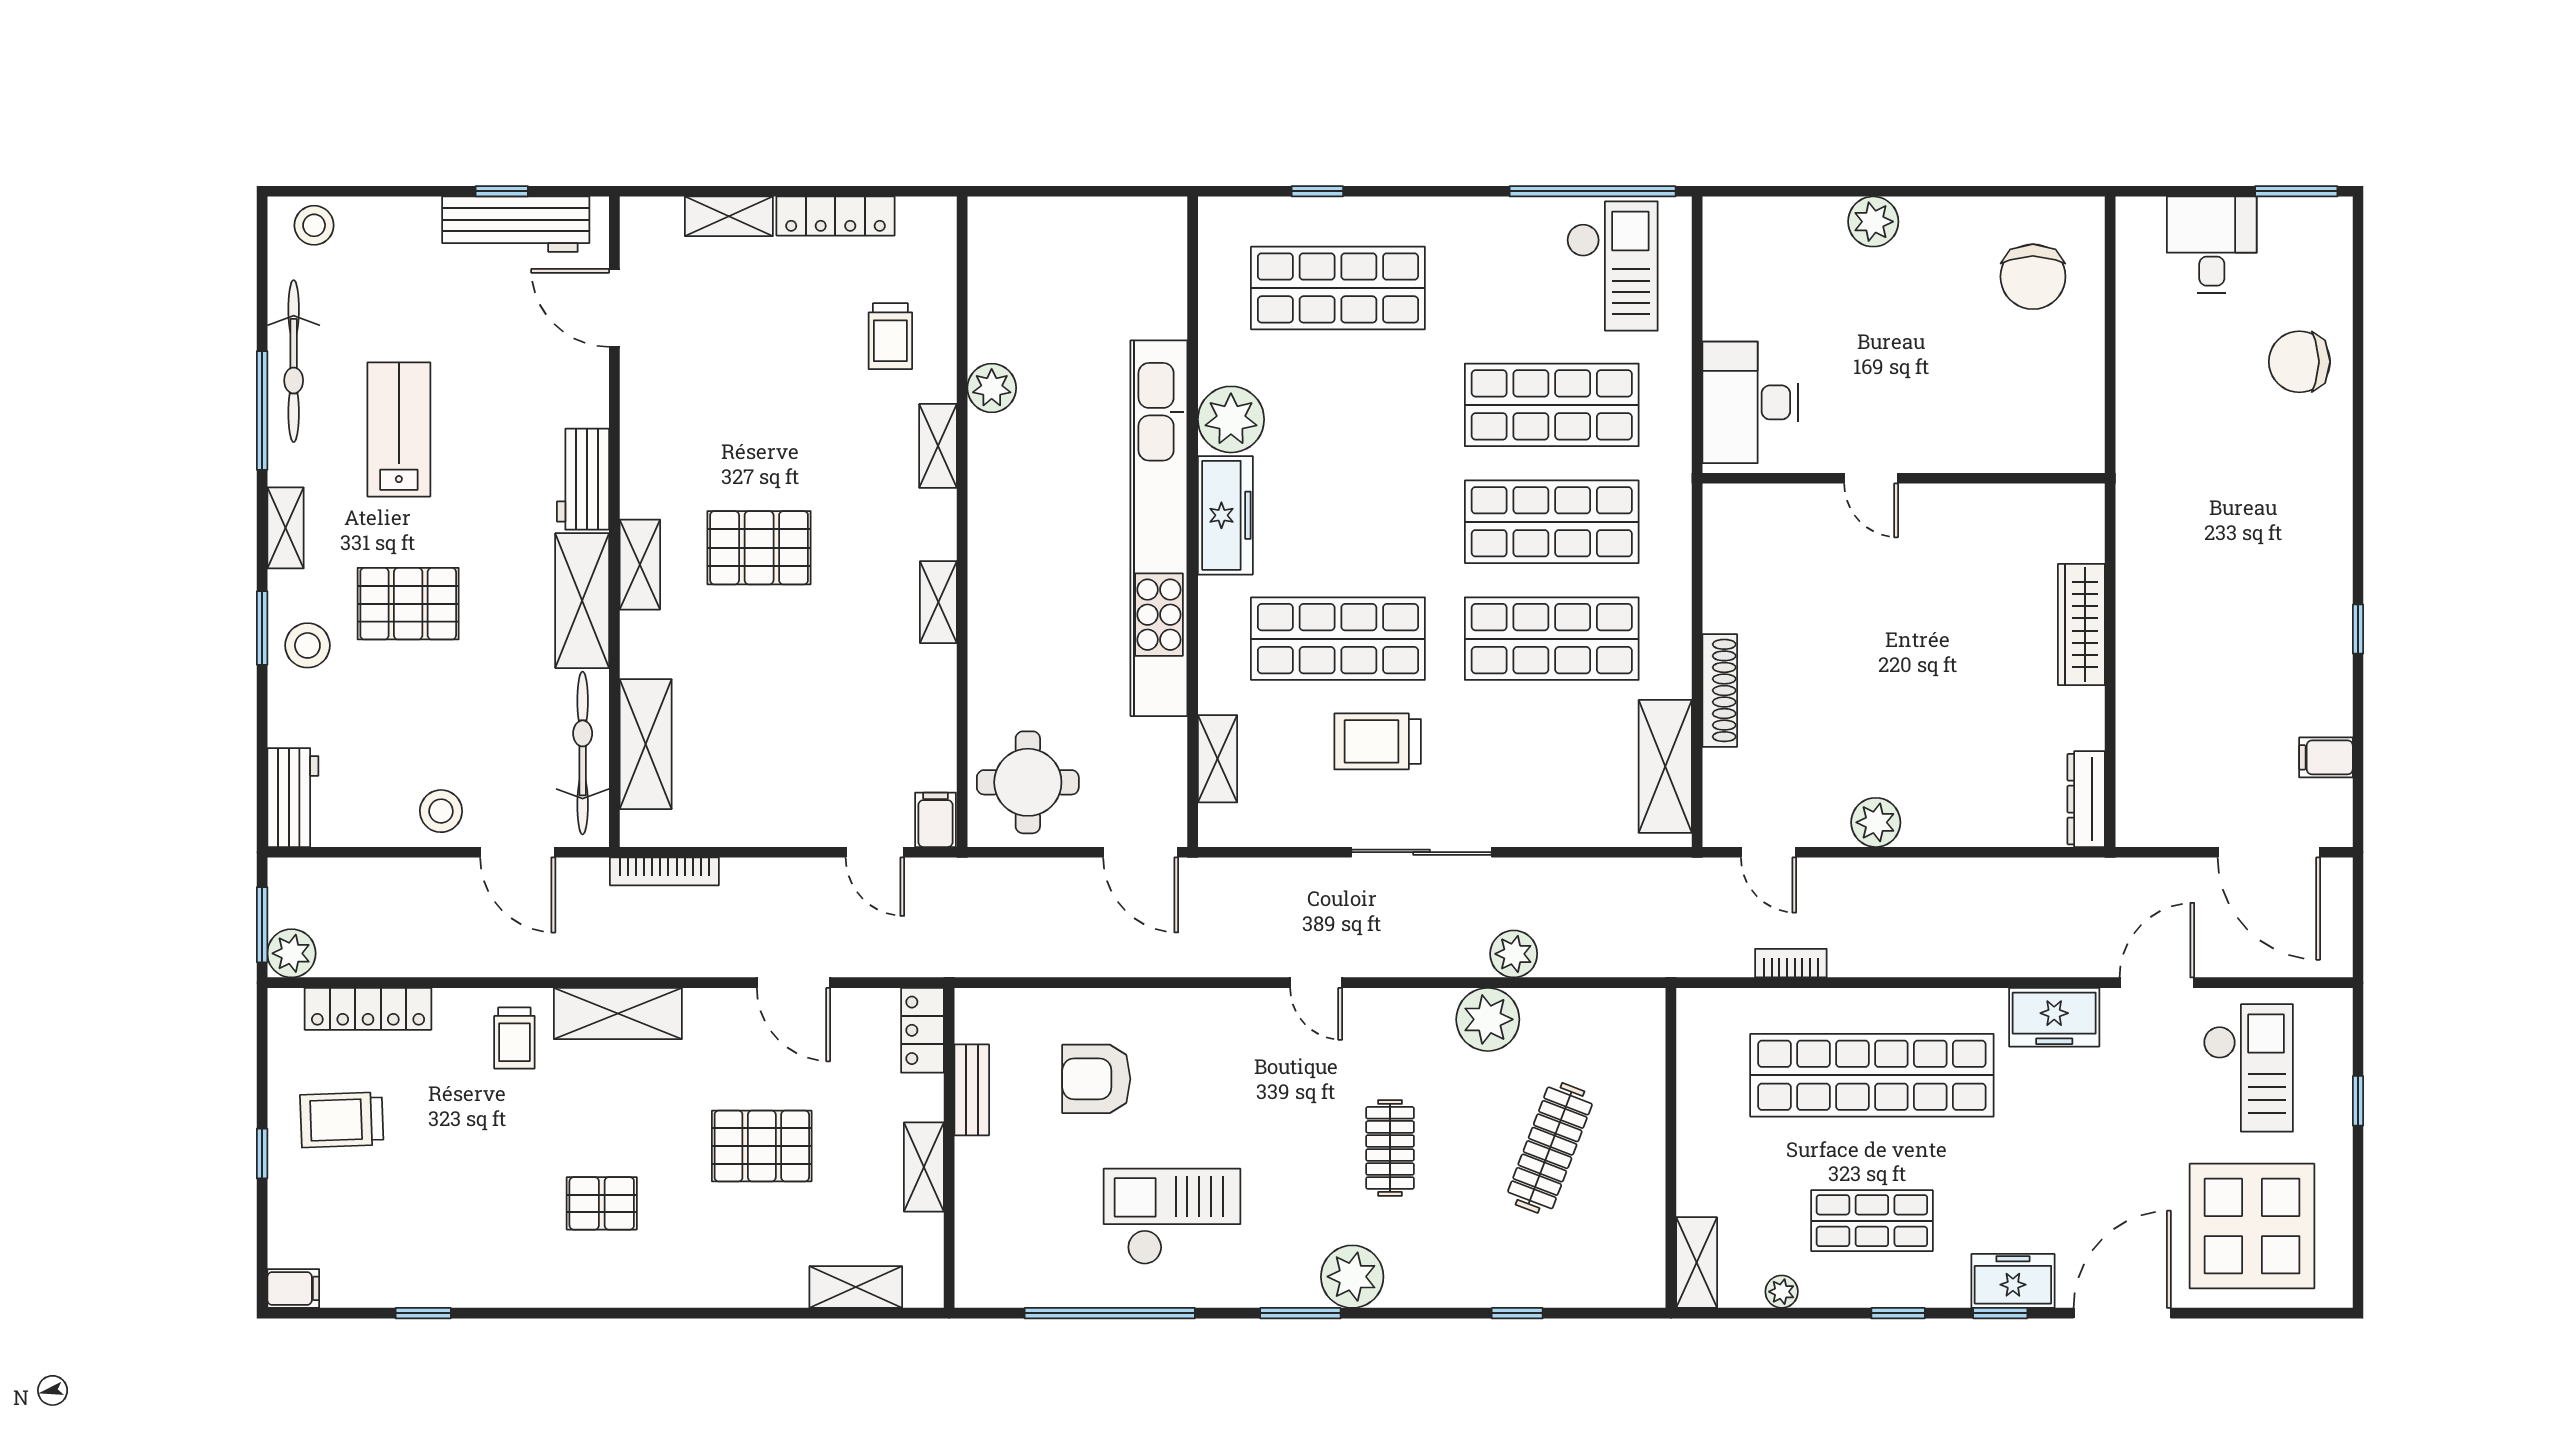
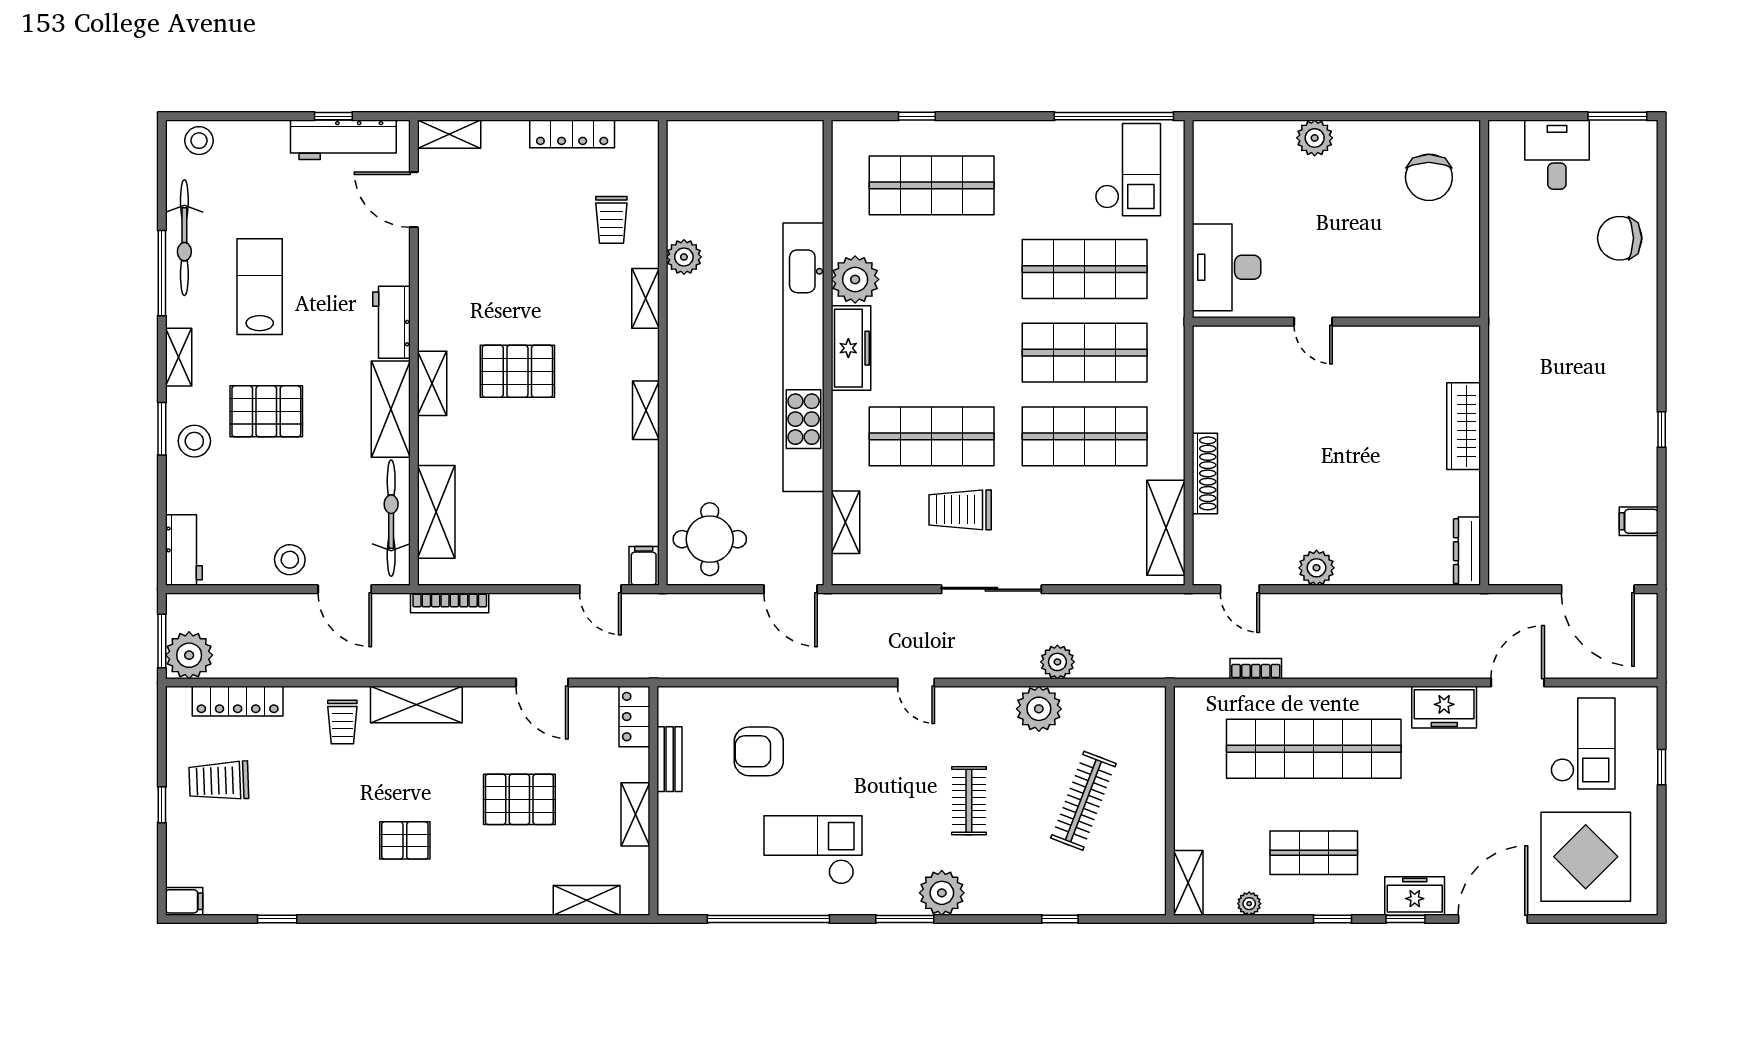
shelving: (729, 216) -> (449, 134), moved
plant: (291, 953) -> (189, 655), width x1.36, depth x1.36

